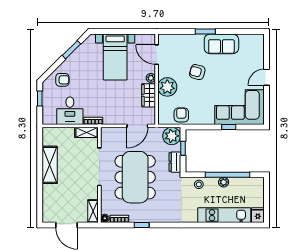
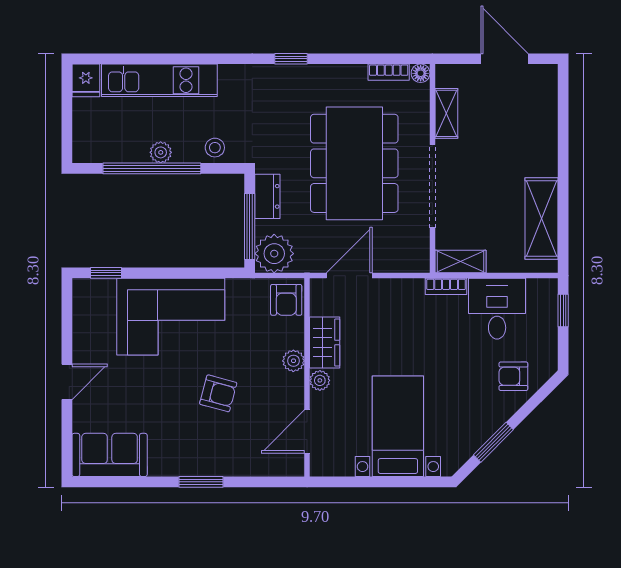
sofa: (221, 44) -> (110, 455), moved
door: (157, 55) -> (307, 432), swing flipped
plant: (167, 87) -> (293, 361), width x0.53, depth x0.53
window: (40, 98) -> (563, 311), moved
corner sofa: (239, 107) -> (171, 317), moved
armchair: (181, 115) -> (286, 300), moved
window: (229, 127) -> (106, 273), moved
window: (183, 148) -> (250, 227), width x2.17
shelving: (50, 165) -> (541, 218), moved
shelving: (93, 211) -> (446, 113), moved
window: (142, 225) -> (291, 59), moved

